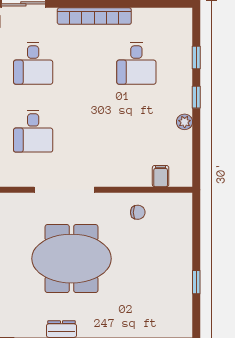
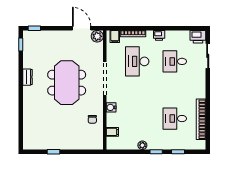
bookcase: (94, 16) -> (201, 119), moved
desk: (33, 131) -> (137, 61), width x1.37
water cooler: (116, 178) -> (111, 107), added

